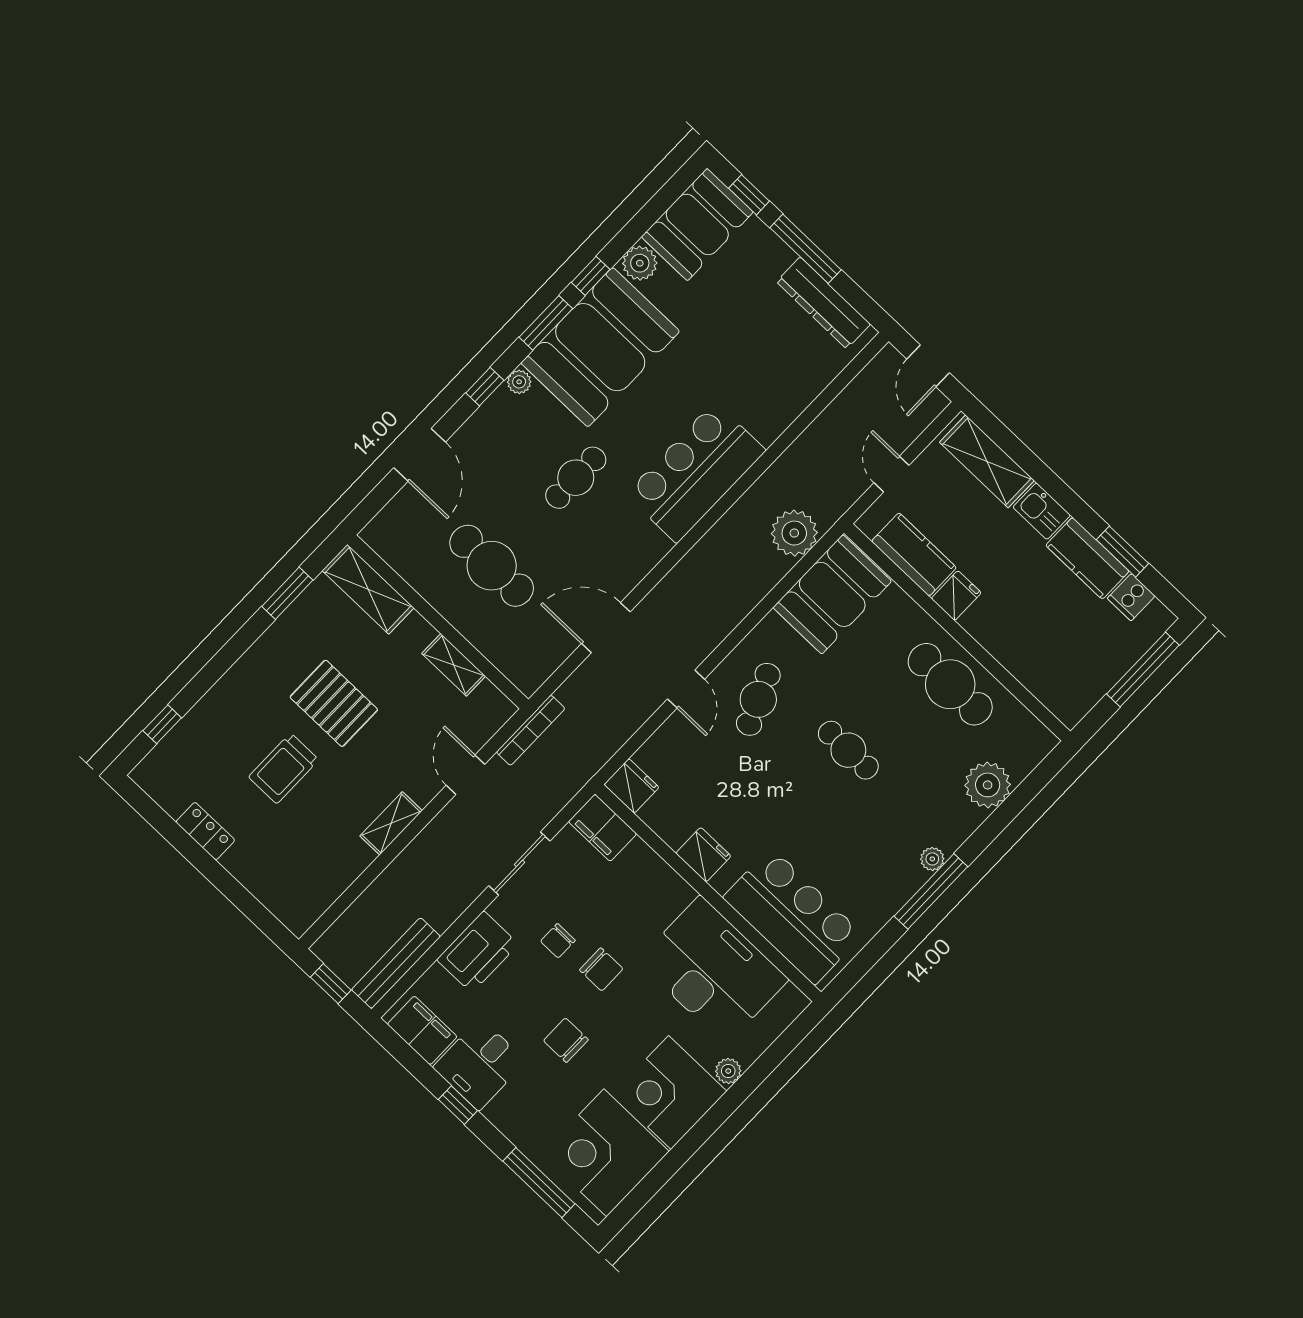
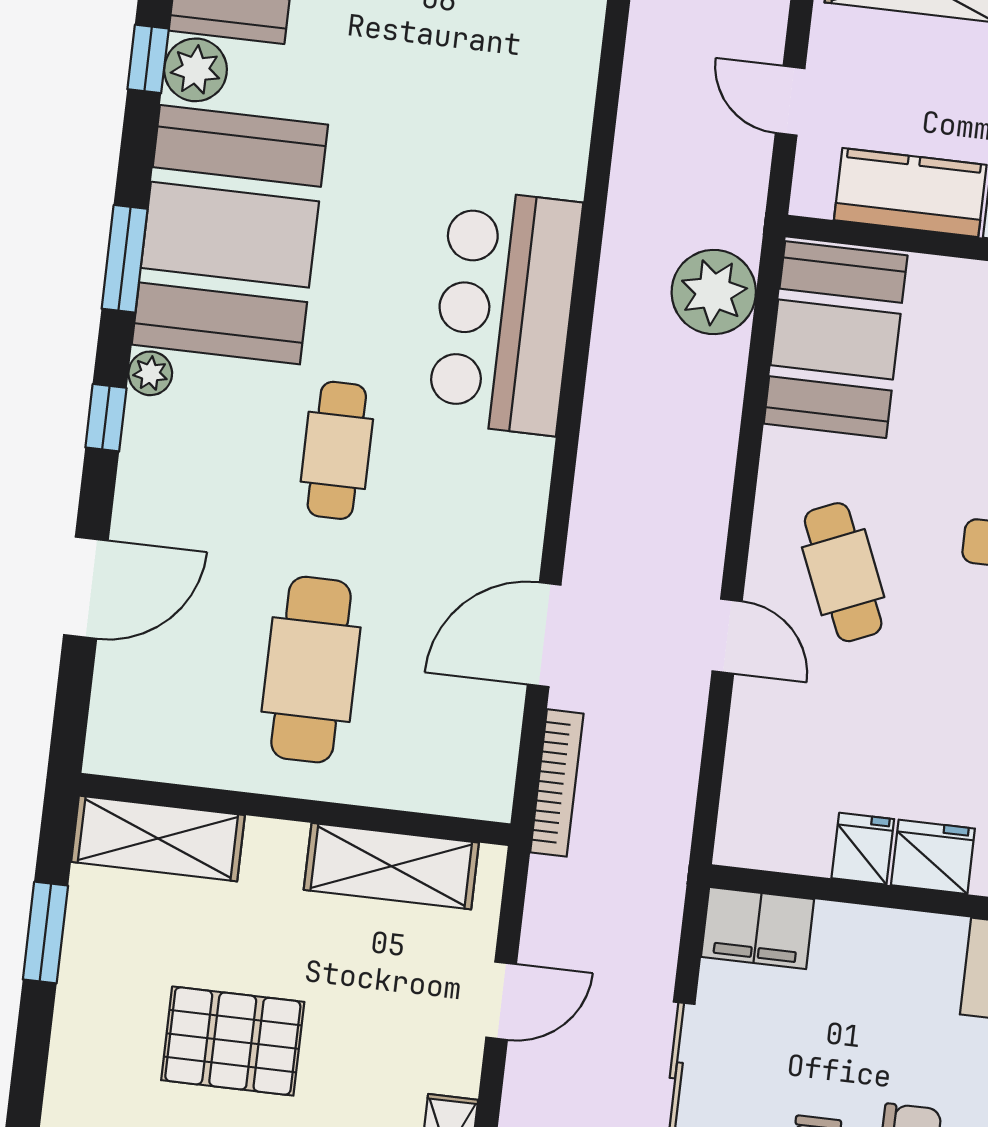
window: (591, 276) -> (148, 59), moved
door: (420, 455) -> (86, 588), hinge flipped
cafe table: (492, 566) -> (311, 670), turned 90
shelving: (454, 665) -> (391, 866), width x1.50, depth x1.33
bookcase: (531, 730) -> (557, 783), moved
door: (465, 775) -> (501, 1001), swing flipped
fridge: (631, 786) -> (863, 849), moved, width x0.72

